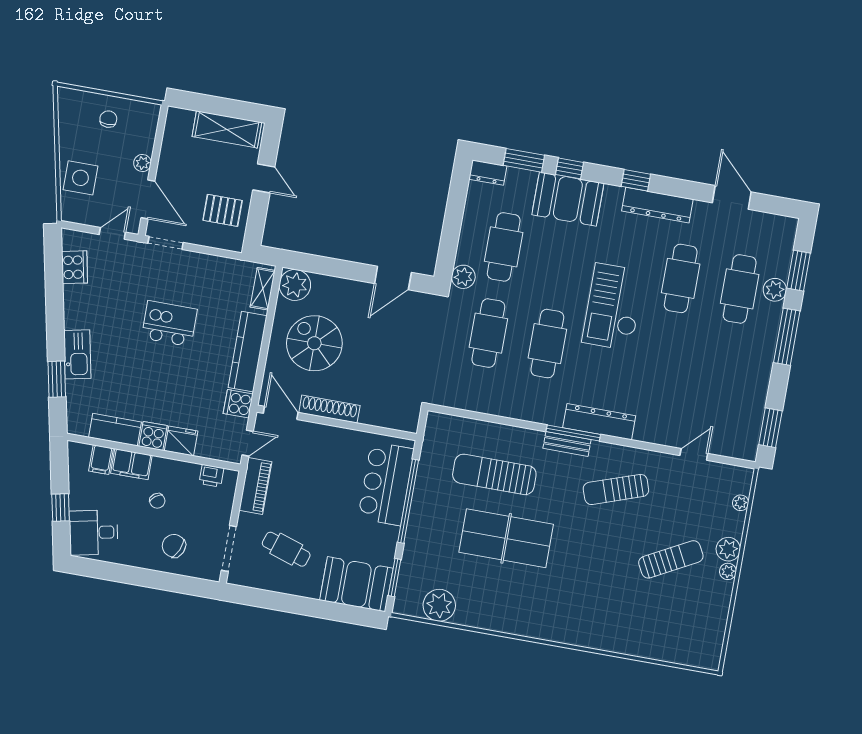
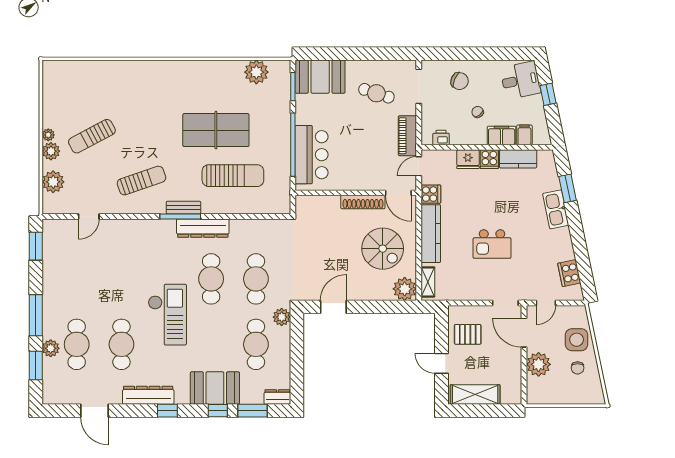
chair: (108, 119) -> (578, 368), moved
plant: (142, 163) -> (539, 364), width x1.87, depth x1.87
dresser: (599, 422) -> (203, 228), moved
plant: (741, 503) -> (53, 182), width x1.88, depth x1.88

